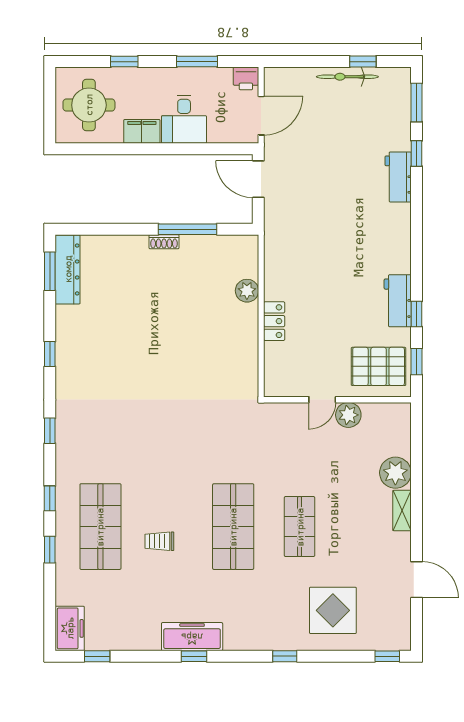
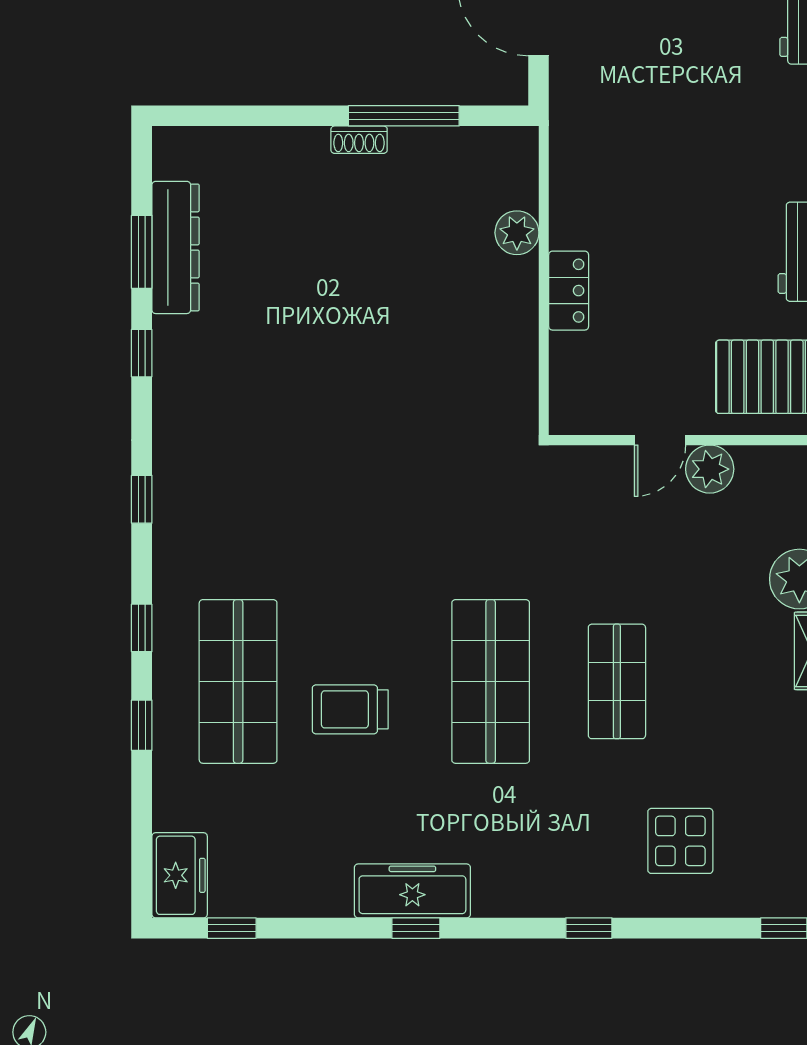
dresser: (68, 269) -> (175, 247), moved
window: (50, 271) -> (142, 252), moved
trolley: (159, 541) -> (350, 709), width x1.36, depth x1.39
display table: (333, 610) -> (680, 841), width x0.73, depth x0.73

